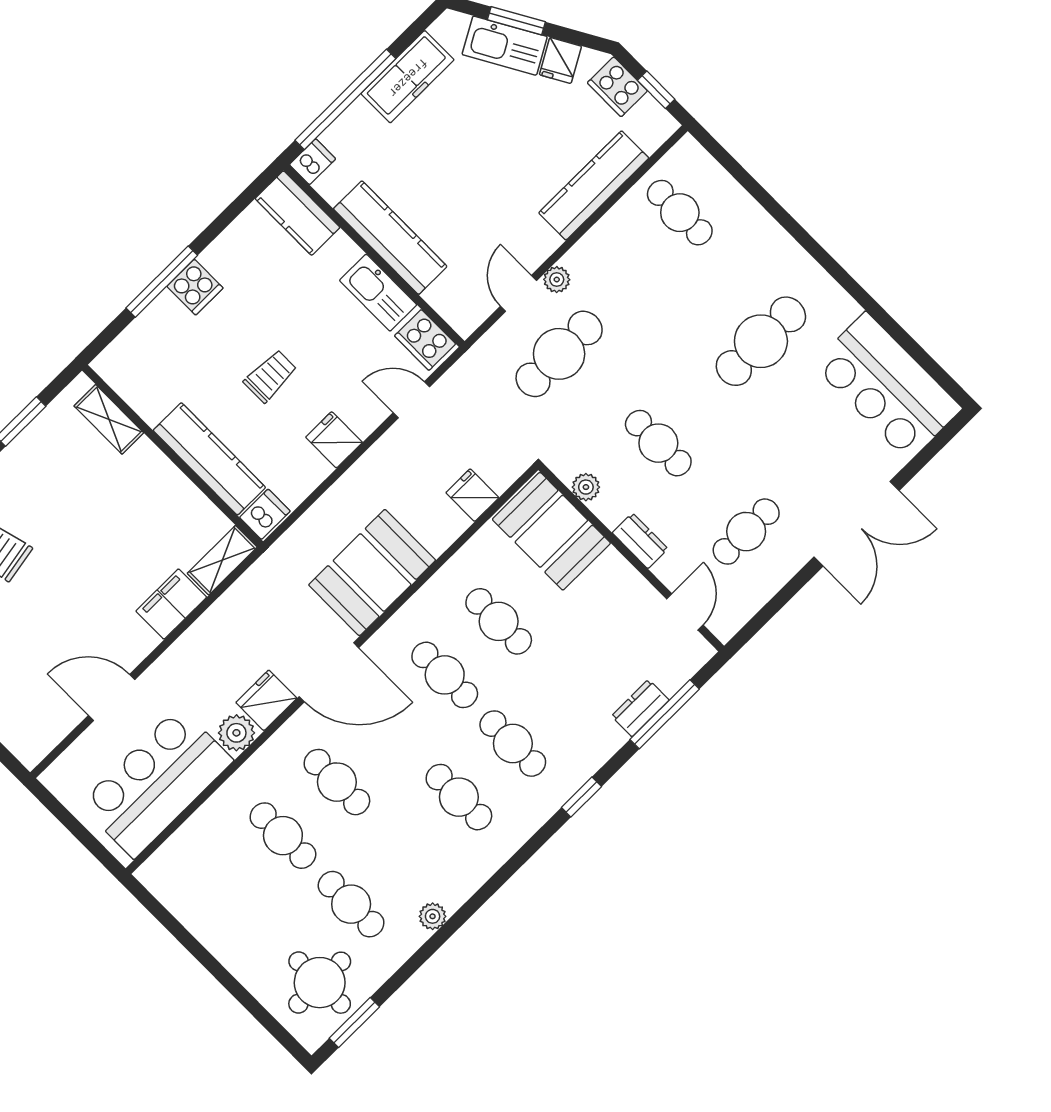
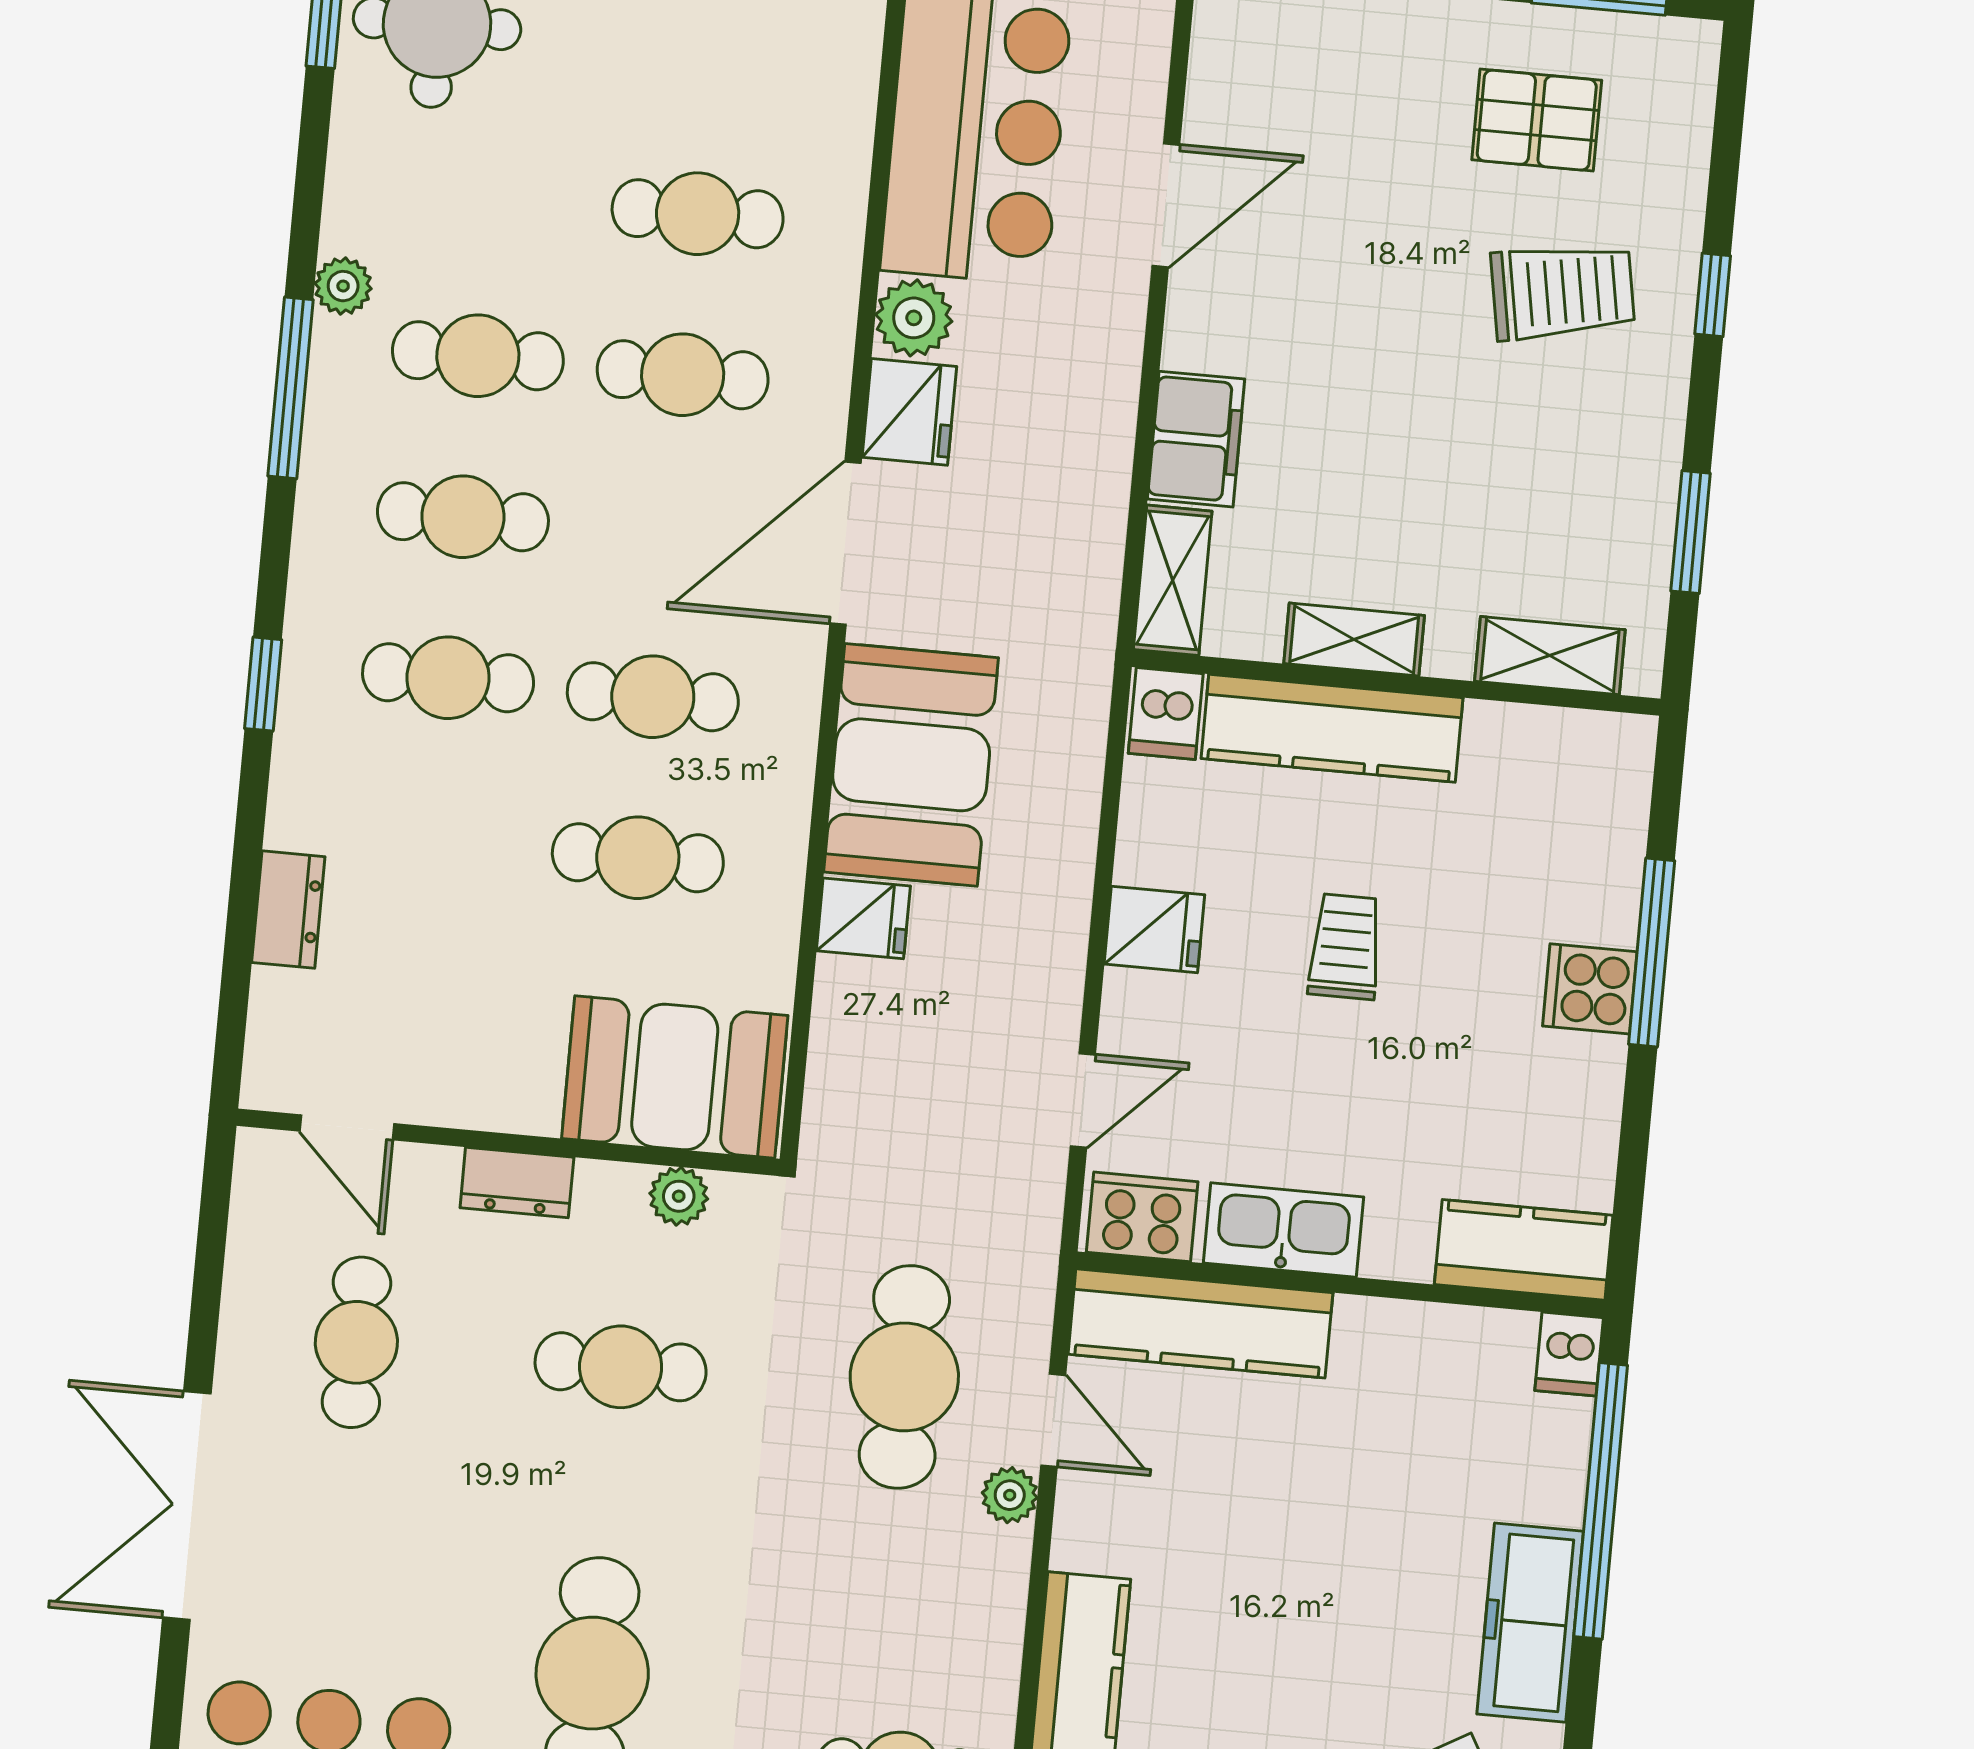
kitchen counter: (390, 238) -> (1200, 1323), moved
trolley: (270, 376) -> (1345, 947), turned 180
shelving: (175, 484) -> (1354, 640), added
fridge: (472, 495) -> (863, 918), moved
window: (665, 714) -> (291, 388), moved
cafe table: (351, 904) -> (478, 356), moved

